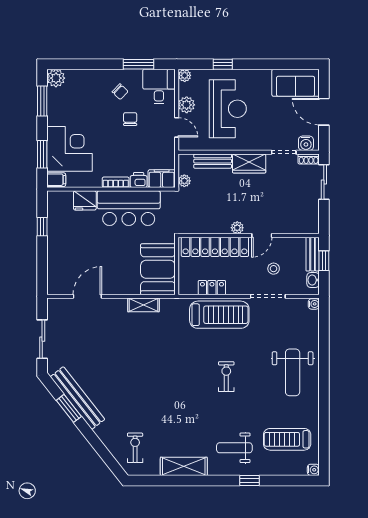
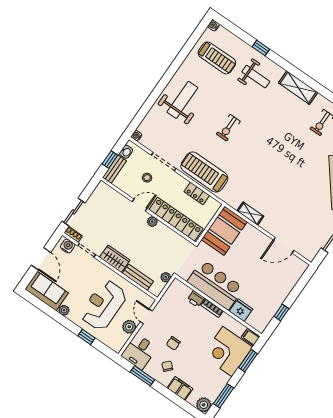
plant: (185, 75) -> (64, 310), moved
filing cabinet: (162, 179) -> (180, 388), moved, turned 180

